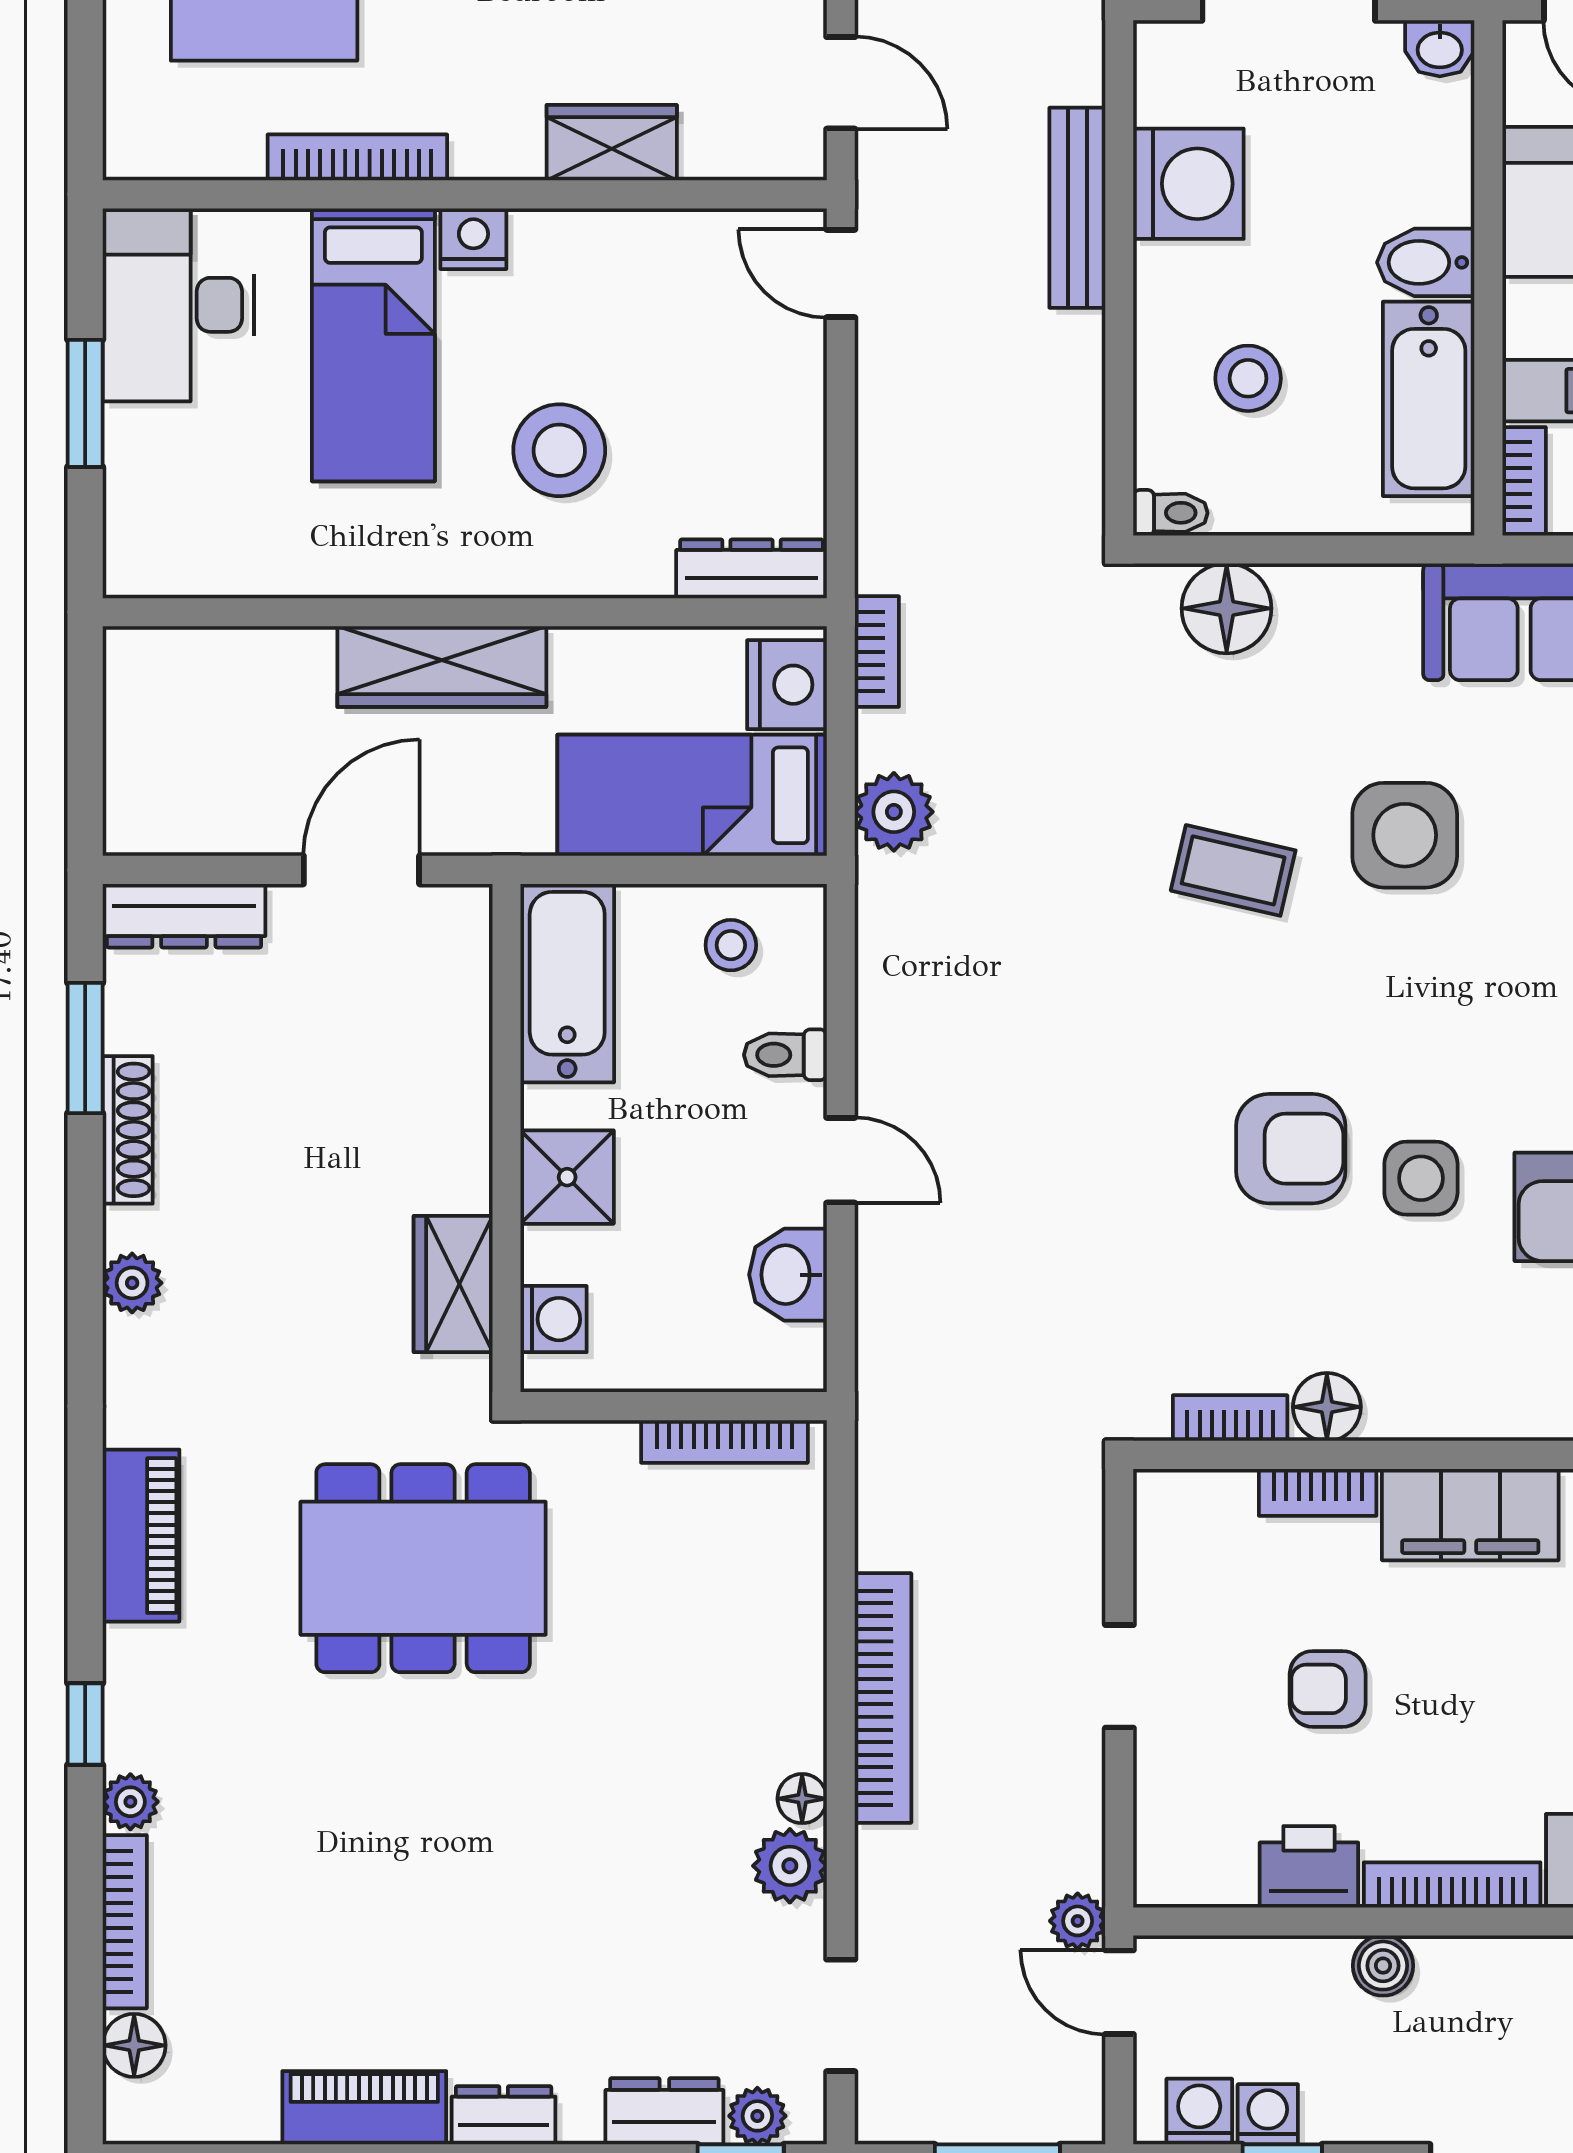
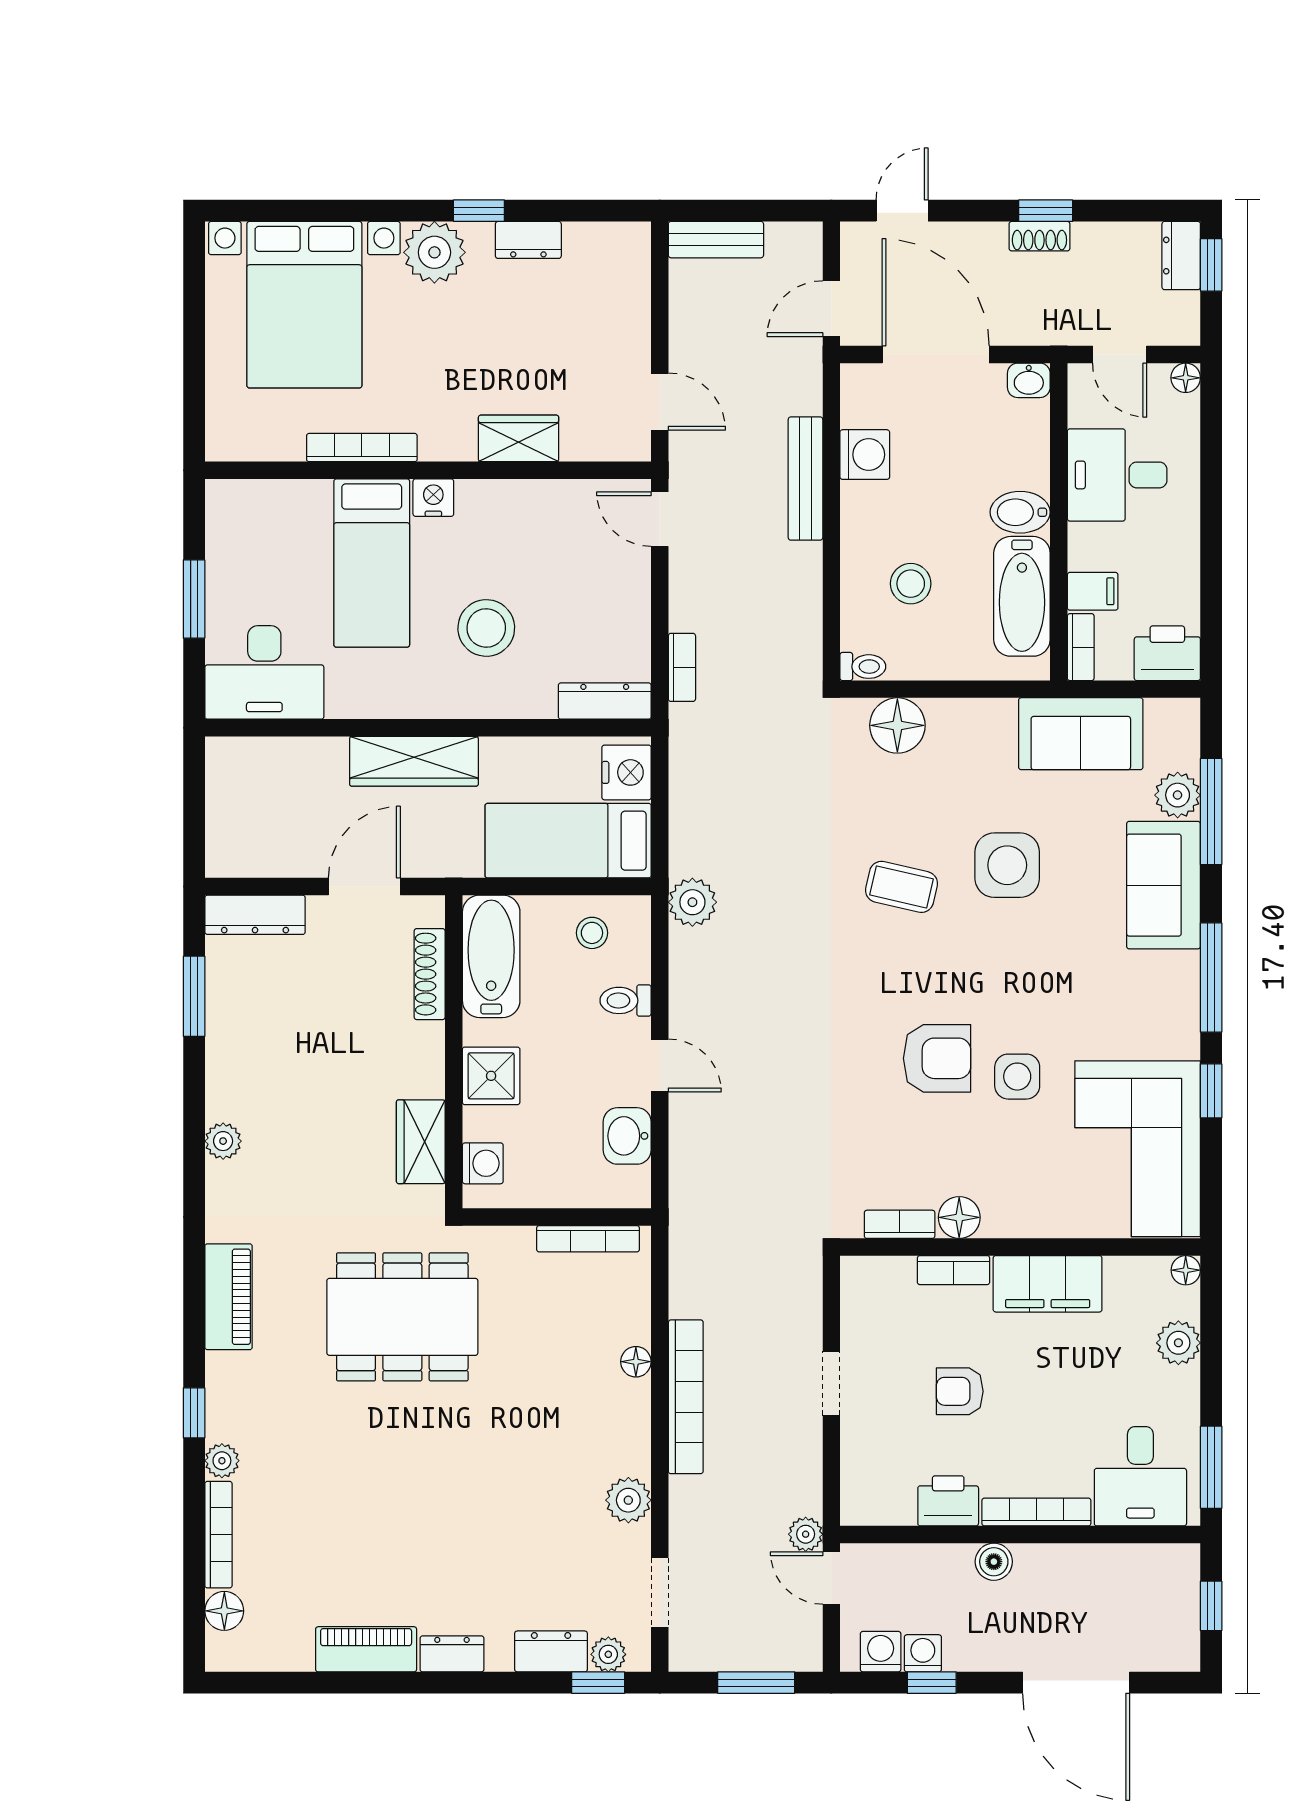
washing machine: (1188, 184) -> (865, 455), width x0.73, depth x0.73
desk: (178, 305) -> (264, 672), moved, turned -90
bookcase: (877, 652) -> (682, 667), moved
plant: (894, 812) -> (692, 902), moved
shoe rack: (128, 1130) -> (430, 974), moved, turned 180
floor lamp: (802, 1799) -> (636, 1362), moved

